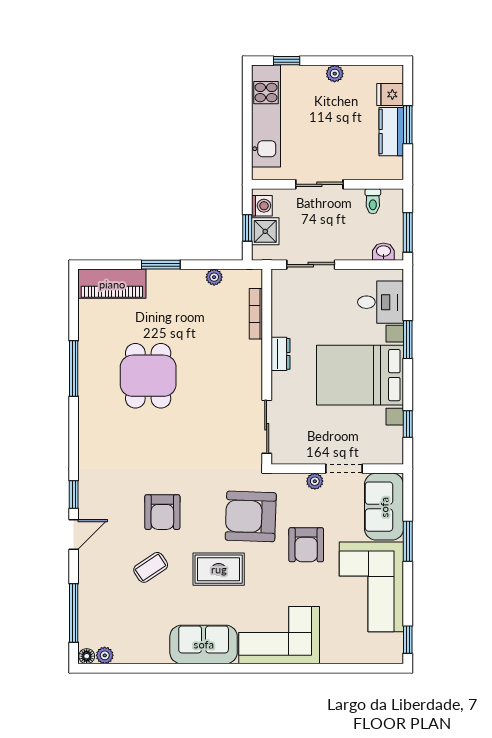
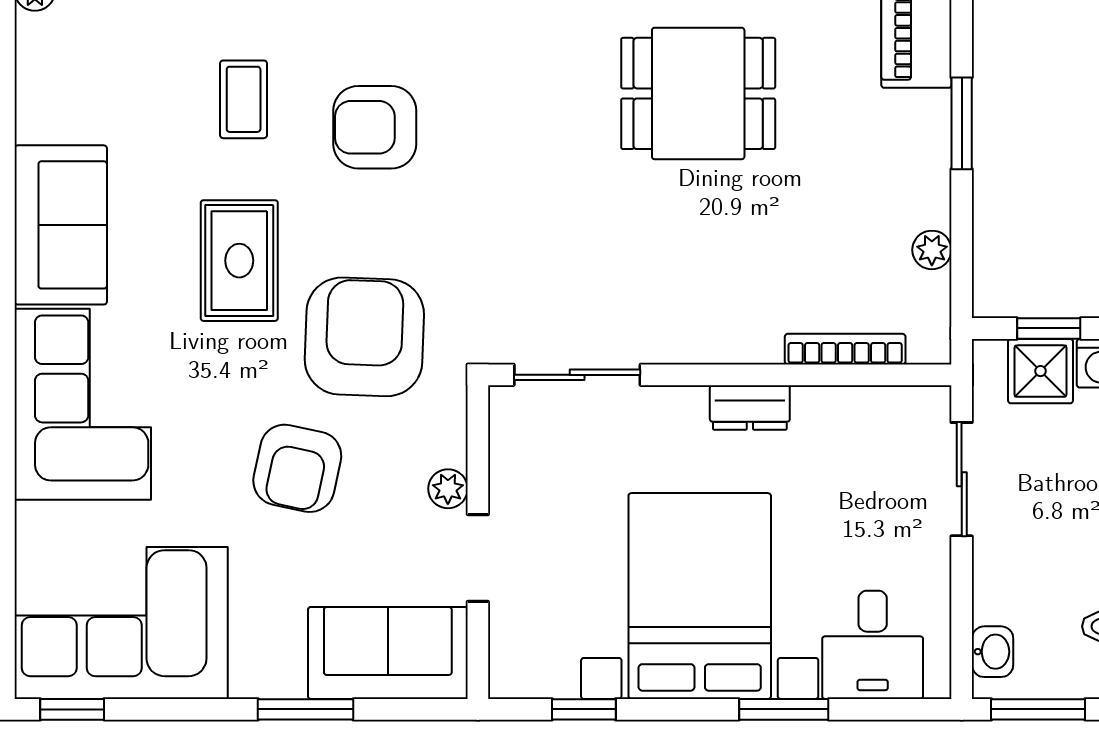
armchair: (306, 545) -> (297, 468), turned -78
coffee table: (151, 567) -> (244, 99), turned 34
corner sofa: (371, 587) -> (121, 623), moved

